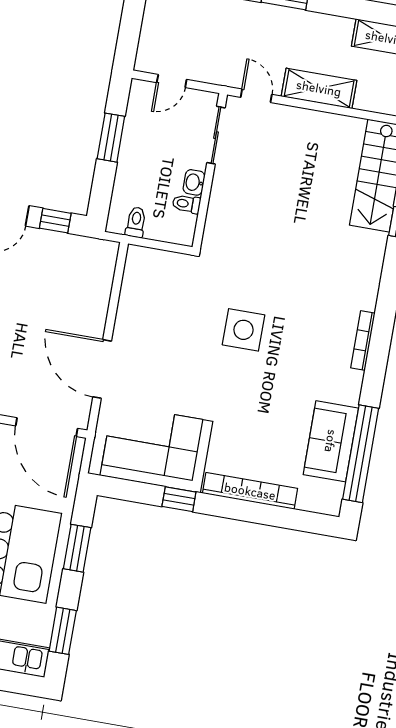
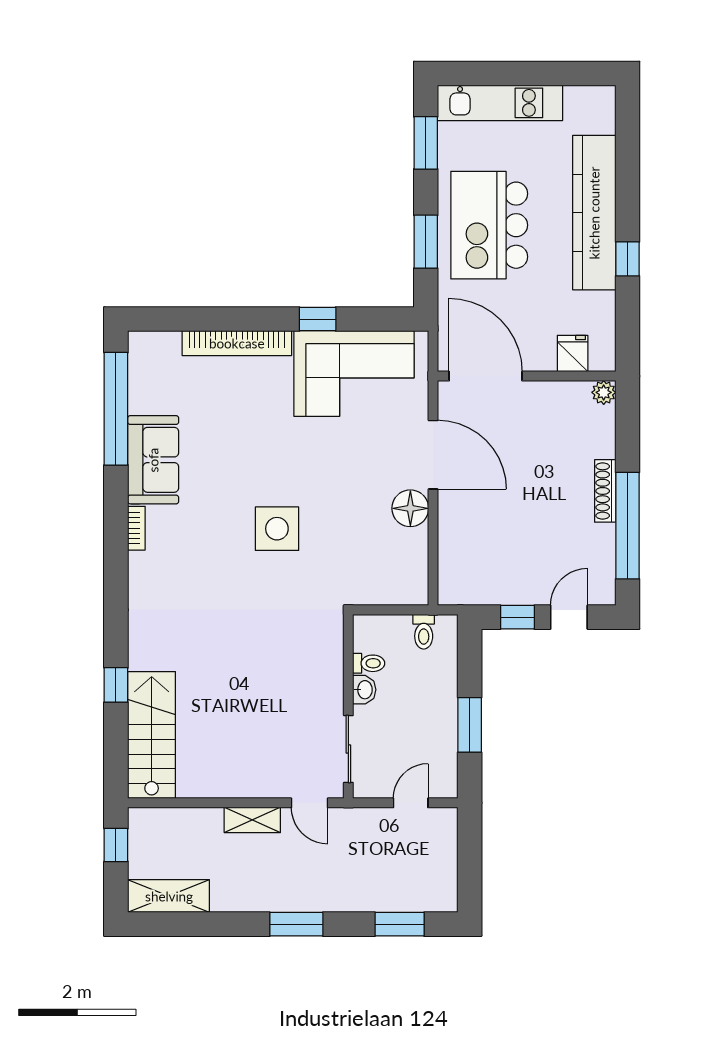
shelving: (319, 88) -> (252, 820), width x0.67, depth x0.75
floor lamp: (129, 327) -> (410, 508), added
bookcase: (363, 341) -> (136, 528), width x0.64
sofa: (331, 441) -> (153, 460), moved

